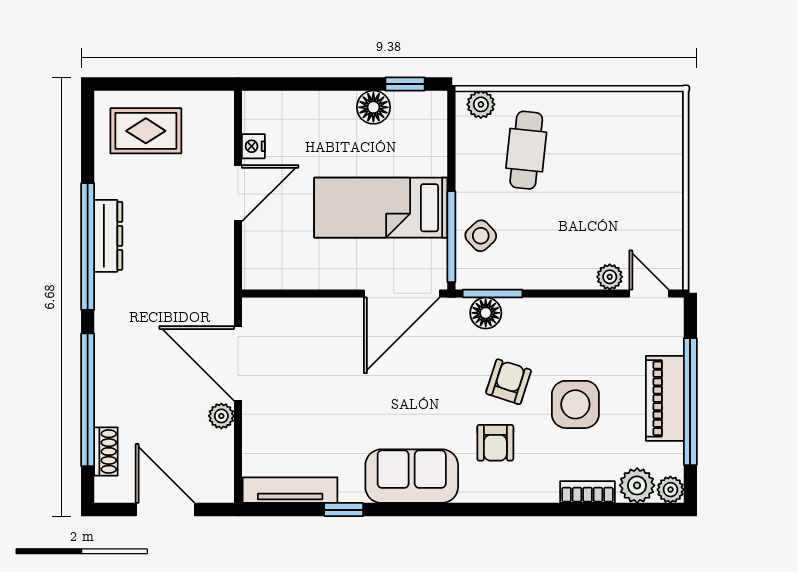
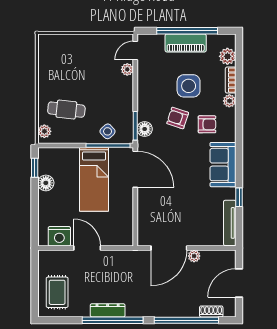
nightstand: (253, 146) -> (59, 236), width x1.89, depth x1.79
plant: (670, 490) -> (229, 101), moved

